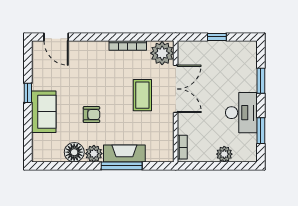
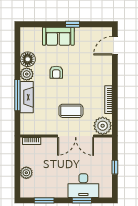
desk: (241, 113) -> (83, 186), moved

